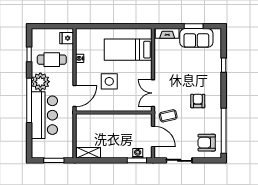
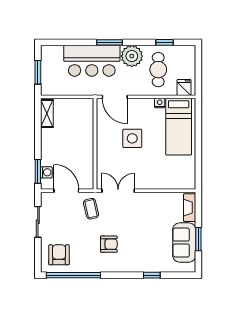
bed: (128, 50) -> (179, 127), moved, turned 180
window: (29, 100) -> (110, 42), width x0.47
door: (153, 136) -> (66, 191), swing flipped

